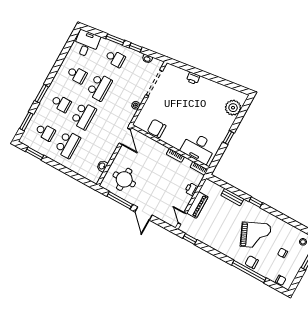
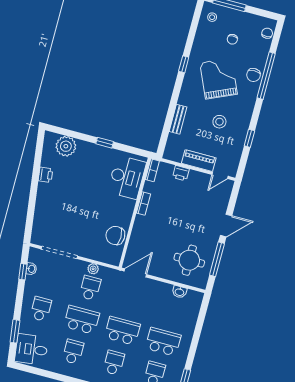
window: (115, 39) -> (15, 331), moved
window: (136, 48) -> (23, 272), moved
printer: (193, 78) -> (45, 175), moved
school desk: (122, 99) -> (90, 288), added
chair: (157, 128) -> (115, 236), turned 90
window: (256, 202) -> (184, 64), moved
stool: (223, 228) -> (219, 122), added
window: (190, 239) -> (249, 138), moved

